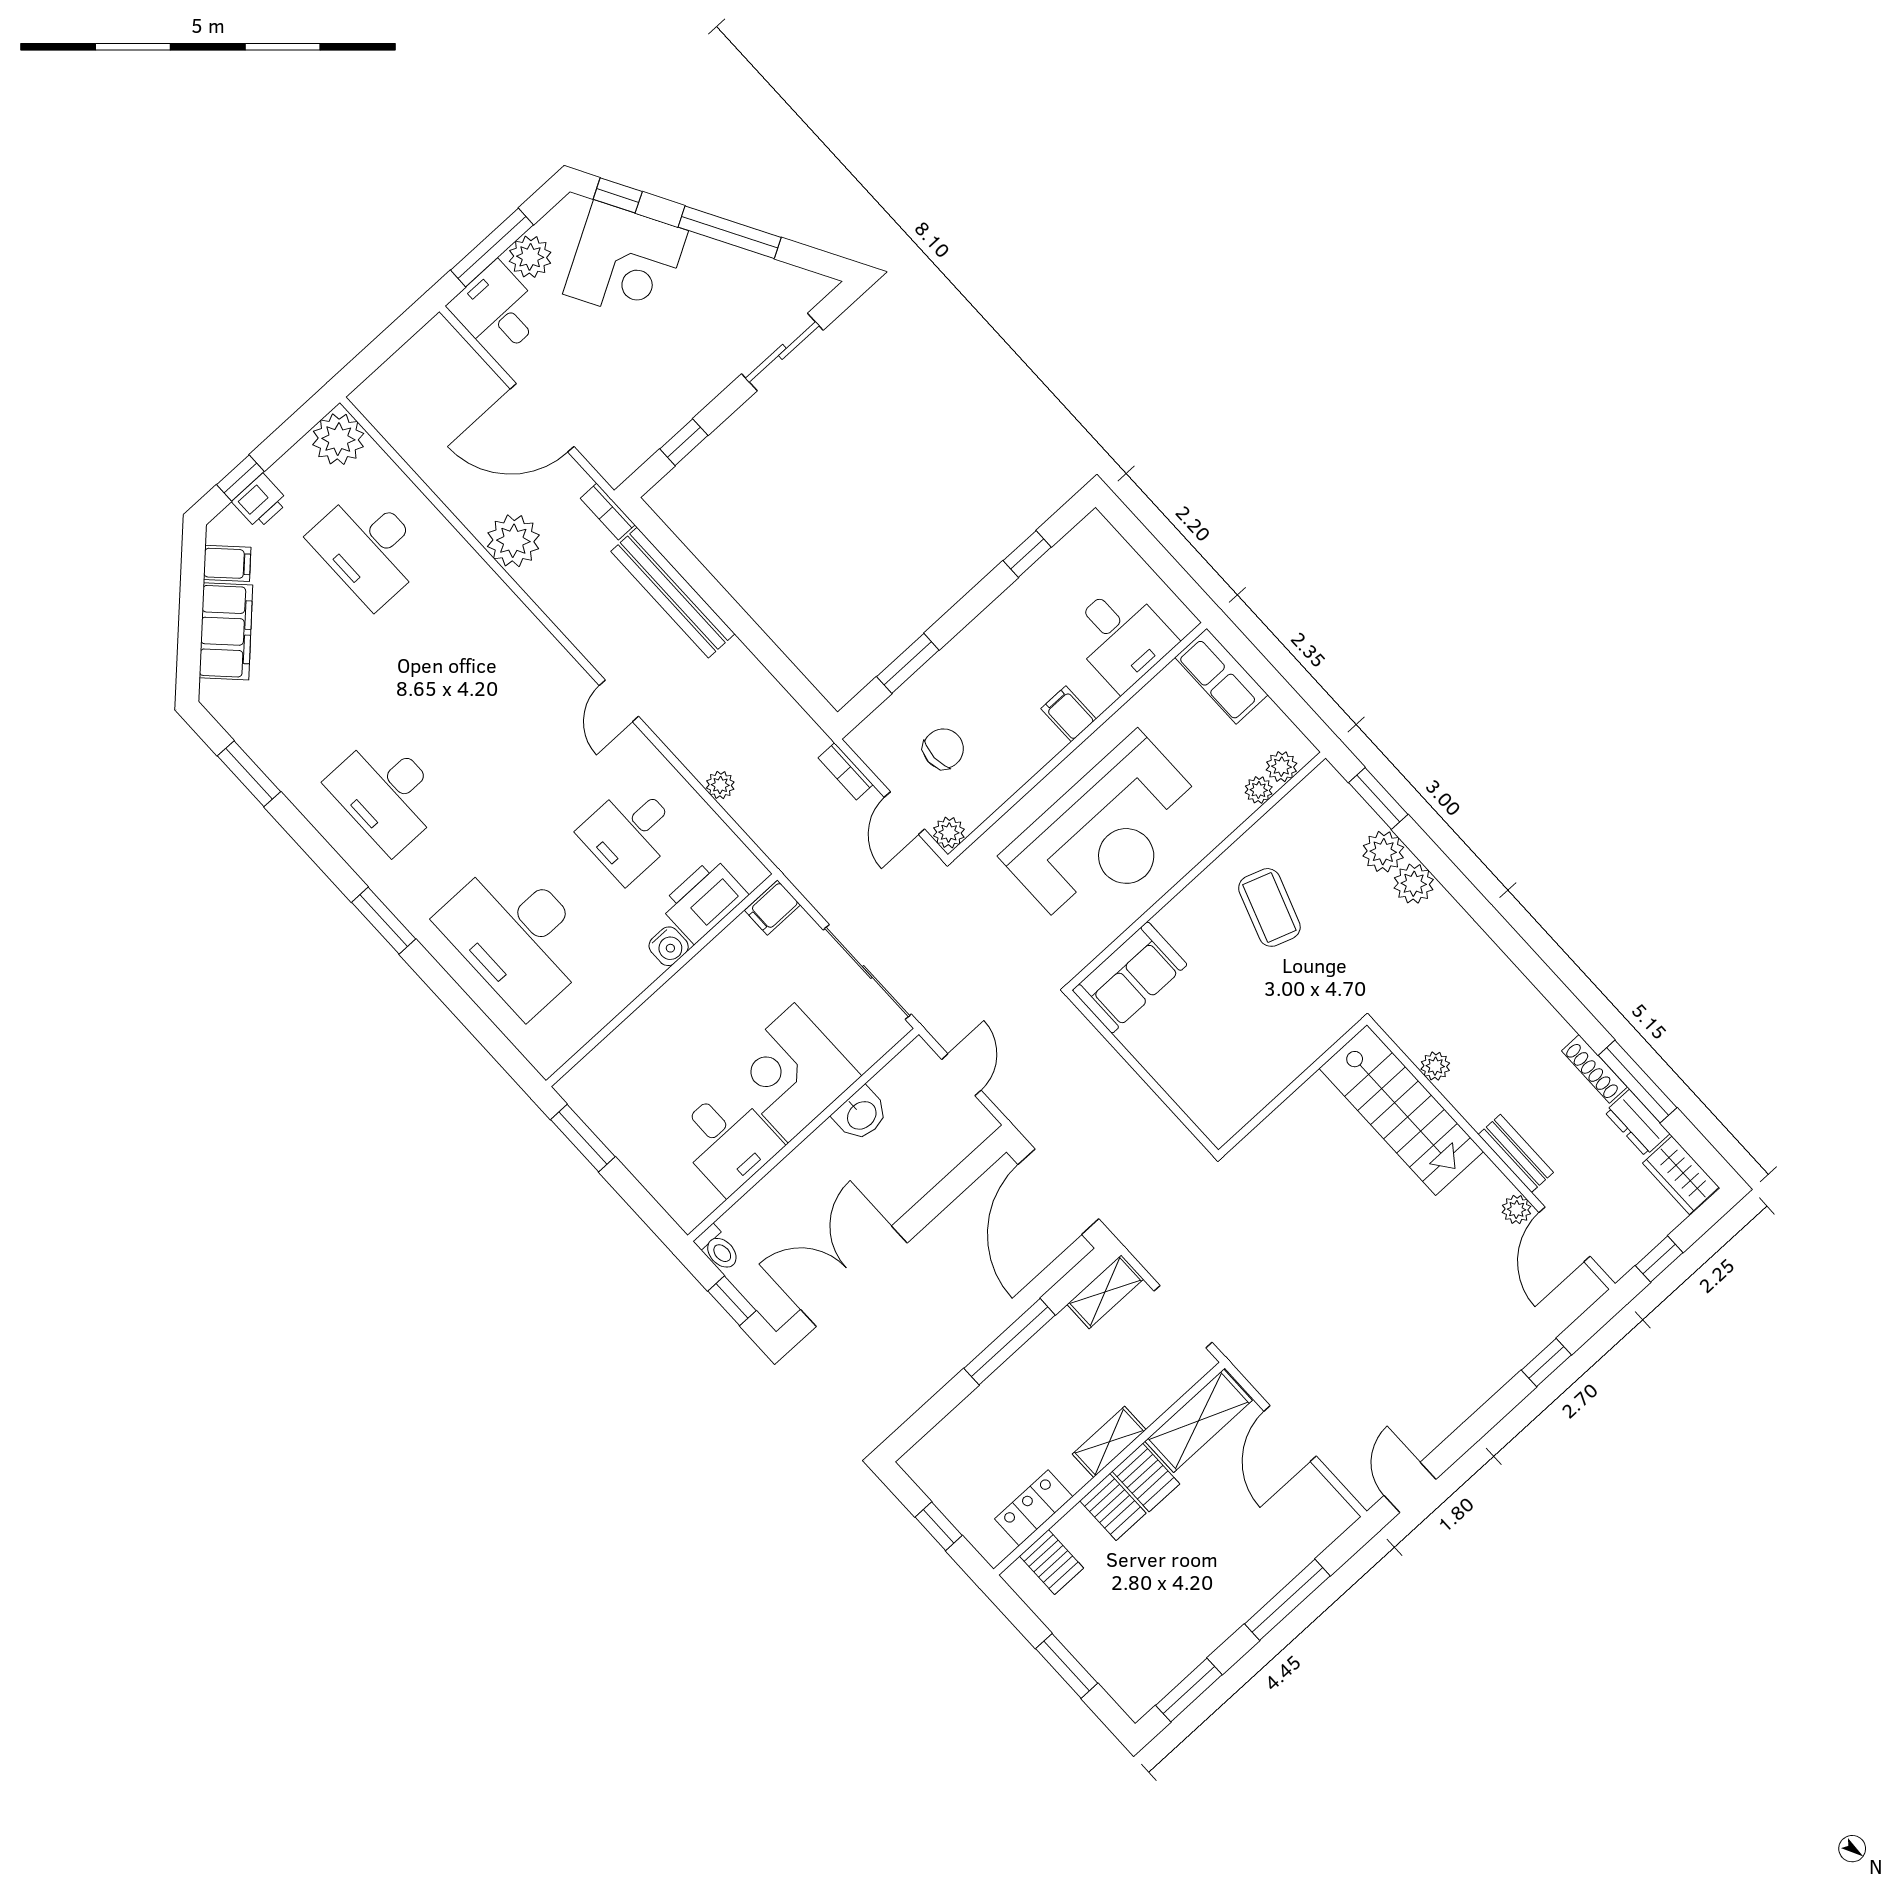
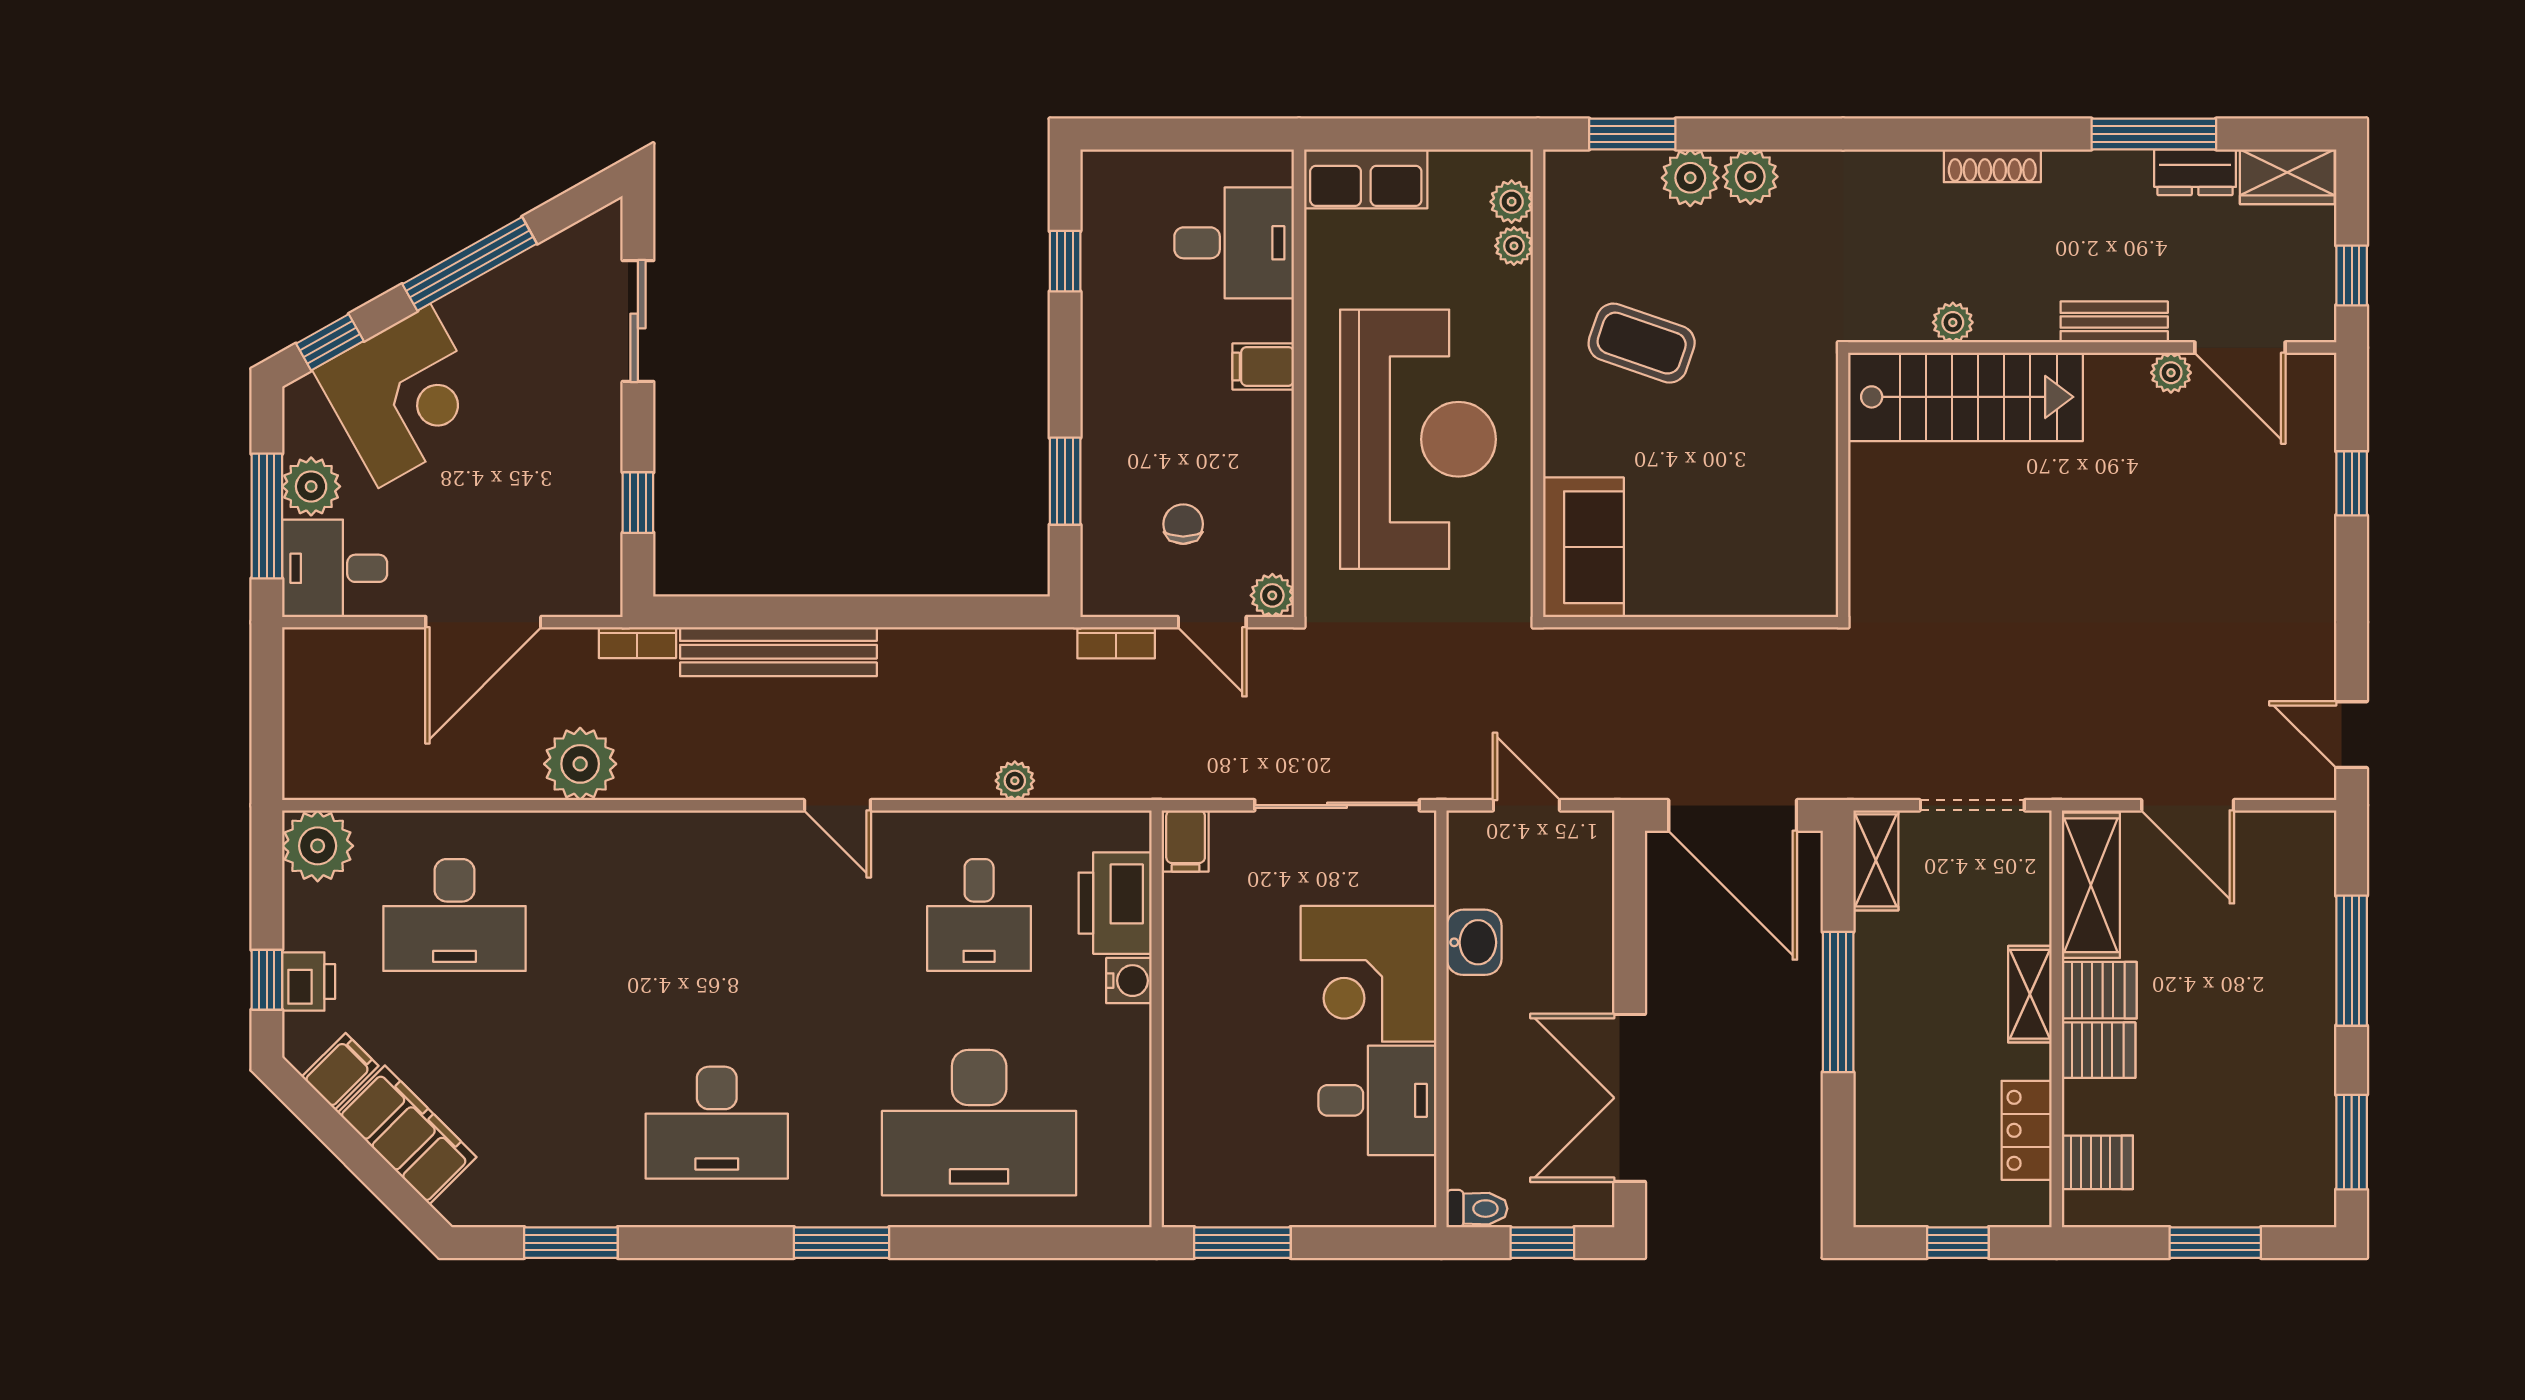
chair: (943, 749) -> (1183, 524), width x0.73, depth x0.73
shoe rack: (1594, 1069) -> (1992, 166), moved

